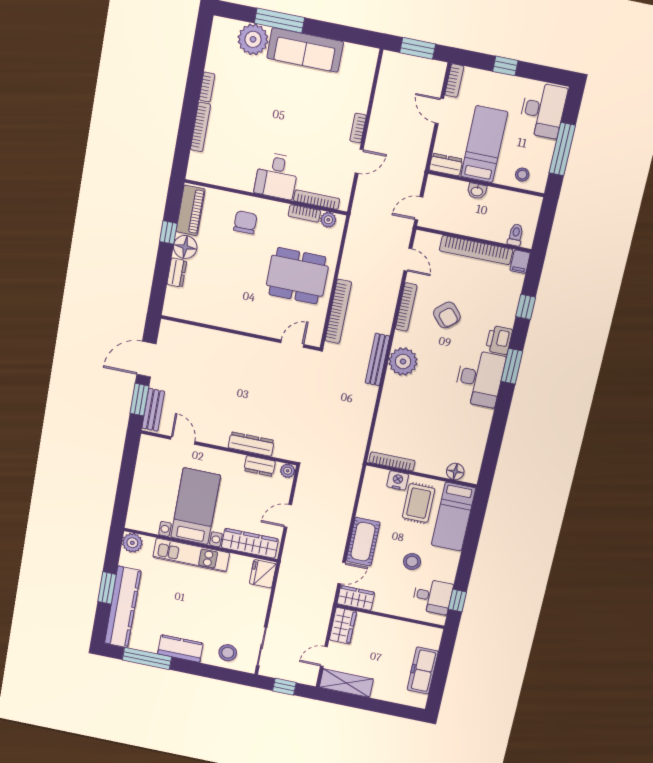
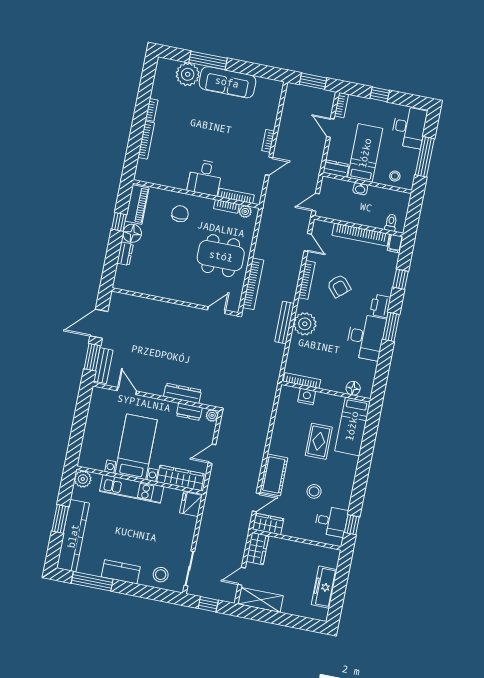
bookcase: (392, 461) -> (302, 381), moved
floor lamp: (455, 471) -> (353, 388), moved
wall: (422, 475) -> (326, 392), moved
nightstand: (398, 480) -> (307, 396), moved
bed: (453, 517) -> (352, 426), moved

